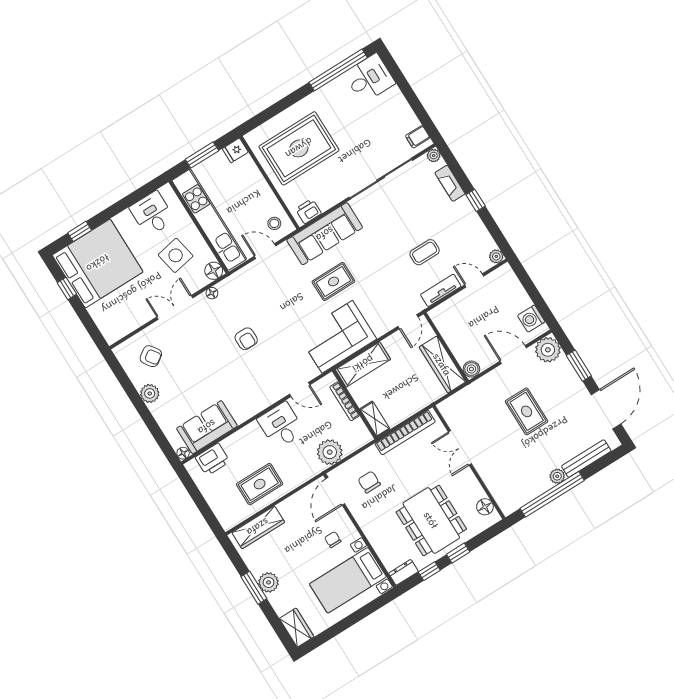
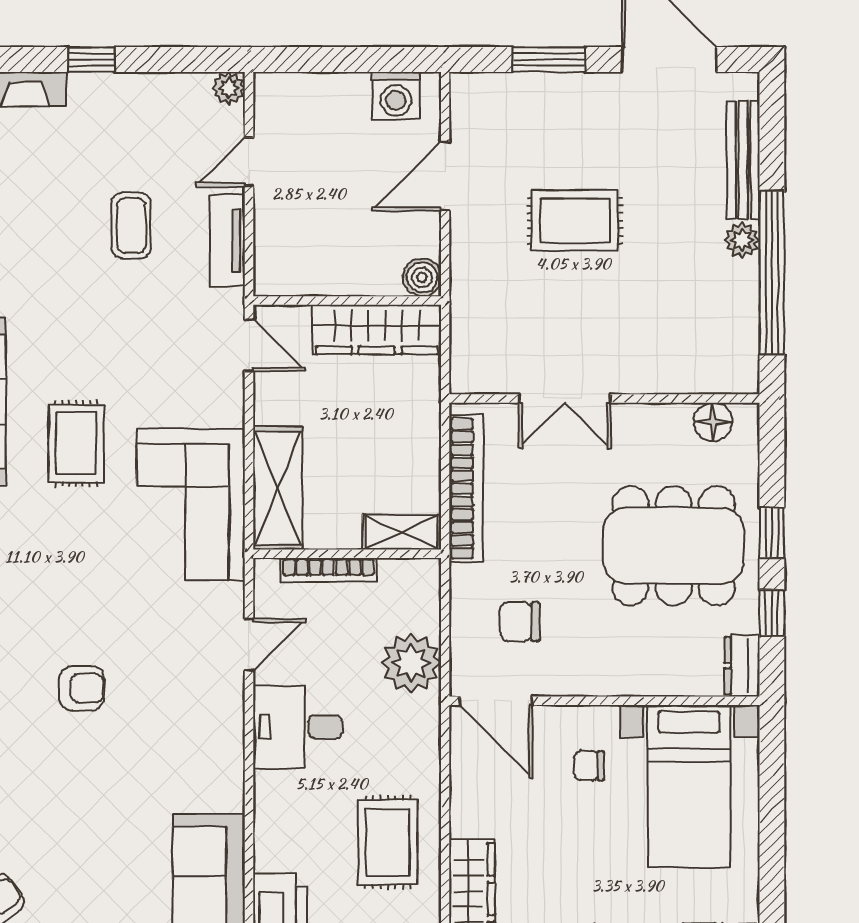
plant: (548, 350) -> (479, 101), removed

